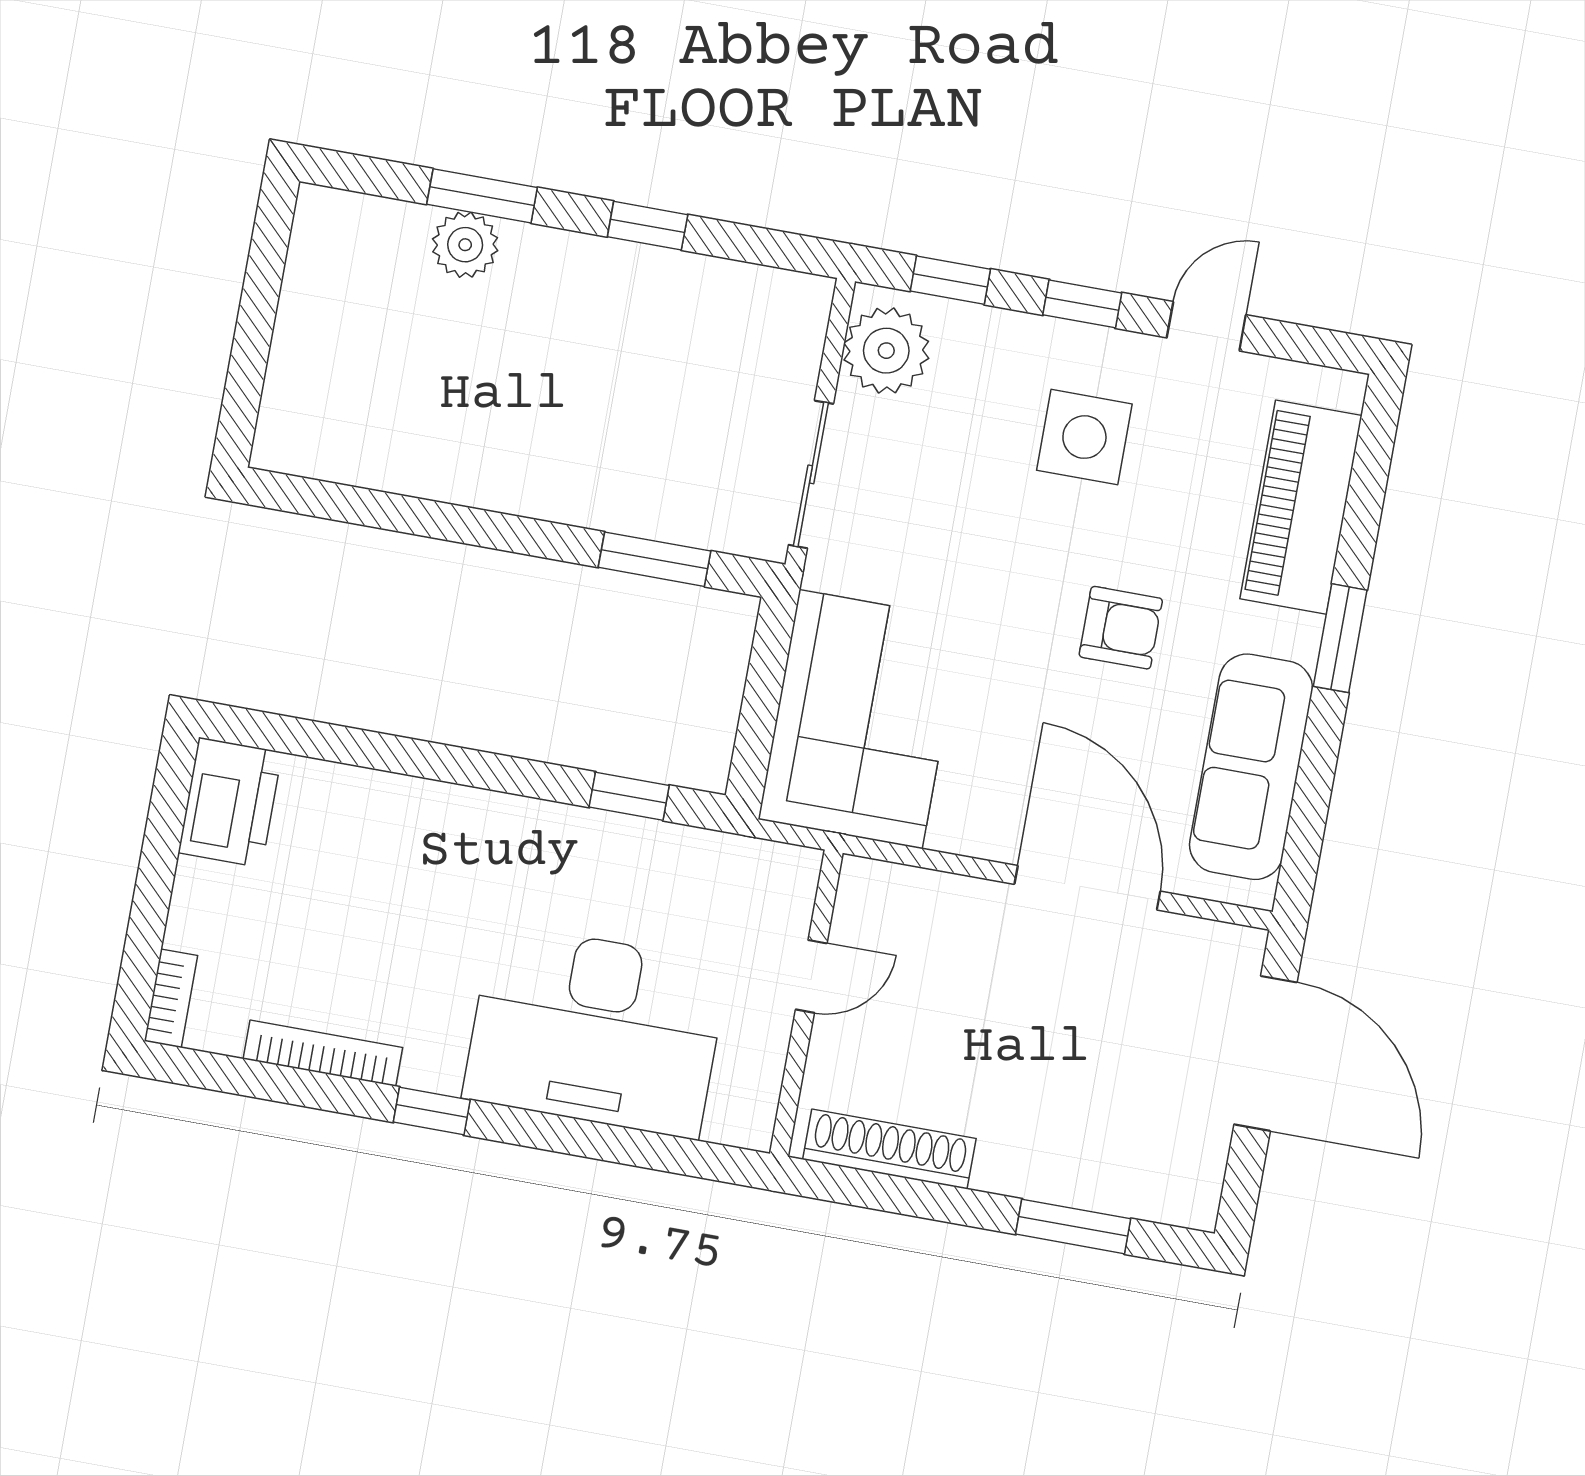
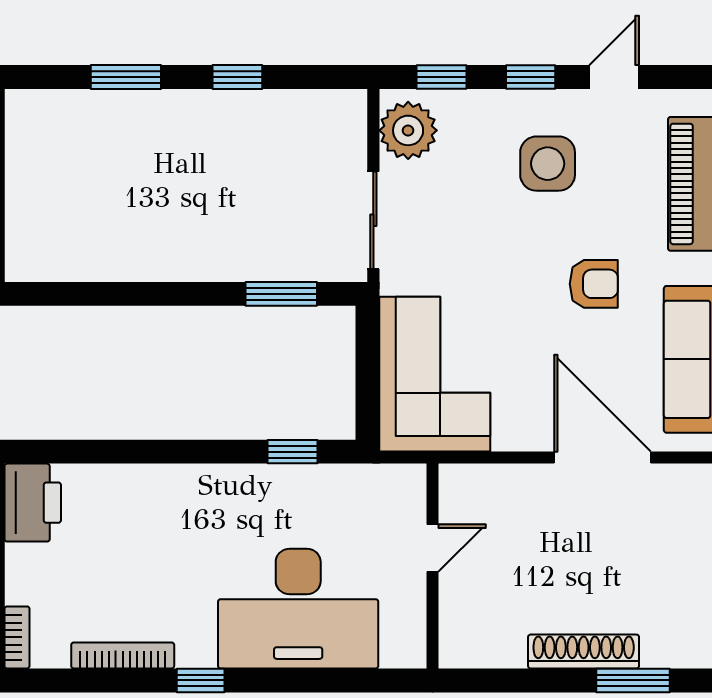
plant: (465, 245) -> (121, 111), removed
shoe rack: (889, 1149) -> (584, 652), moved

